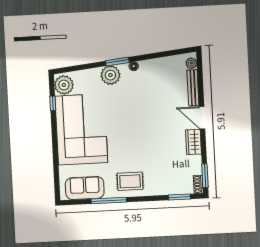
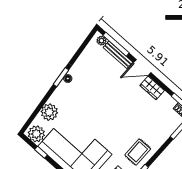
window: (117, 62) -> (61, 77), moved
plant: (110, 75) -> (49, 112), moved
window: (200, 78) -> (116, 44), added

